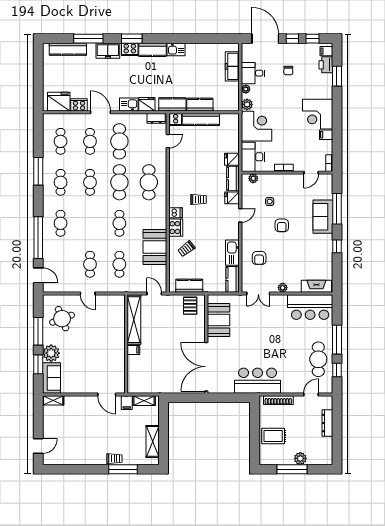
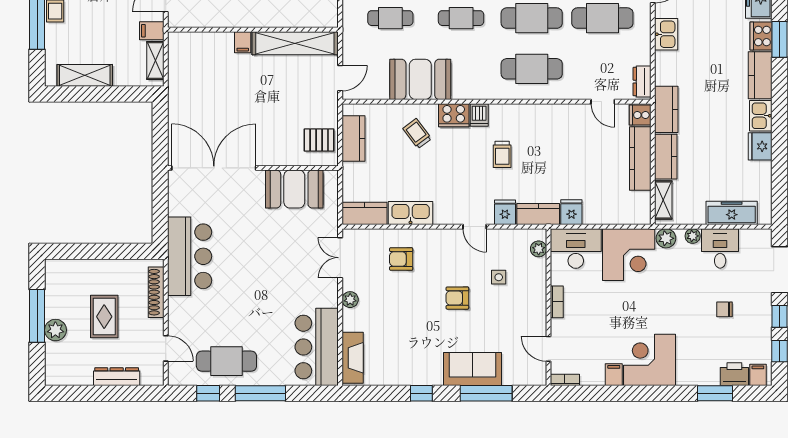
fridge: (147, 104) -> (760, 146), moved, turned 180
shelving: (225, 106) -> (663, 200), added
rug: (273, 436) -> (104, 317), moved

